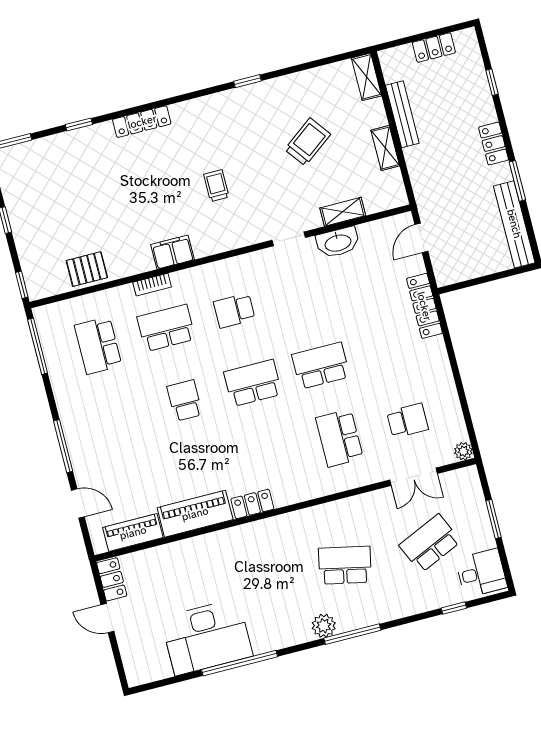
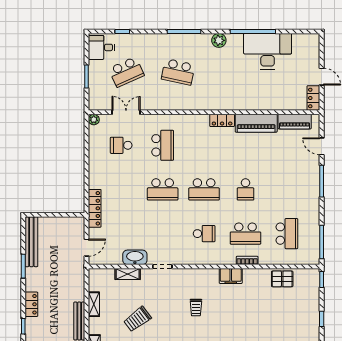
locker: (494, 144) -> (31, 304), moved
plant: (324, 626) -> (219, 40), moved

